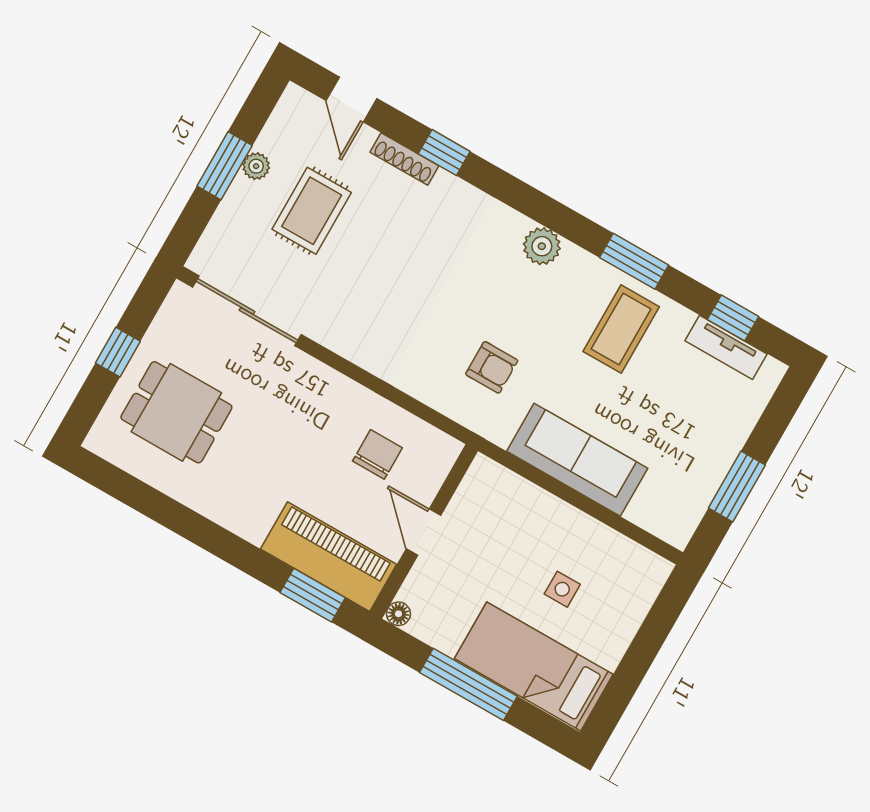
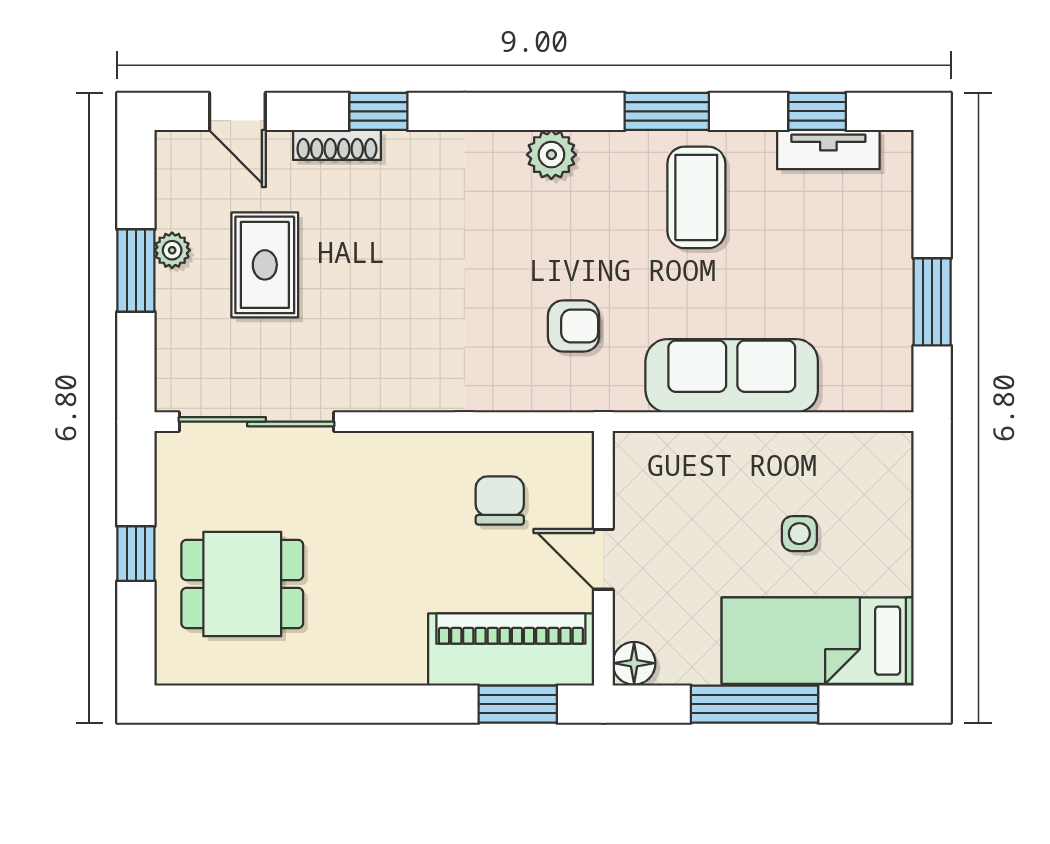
floor lamp: (398, 614) -> (634, 663), width x1.37, depth x1.37

